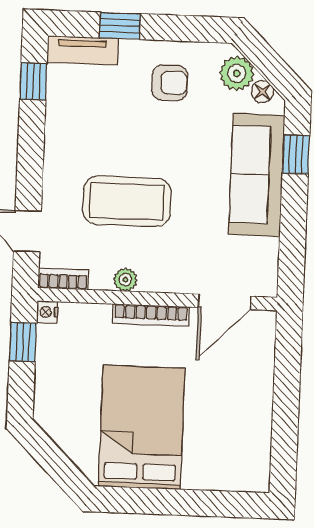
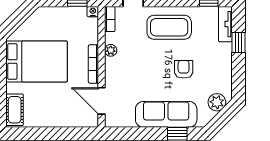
armchair: (170, 83) -> (184, 69), moved, turned 180
floor lamp: (262, 92) -> (208, 116), removed
coffee table: (127, 201) -> (169, 27), moved, turned 90
cot: (235, 475) -> (15, 110), added

